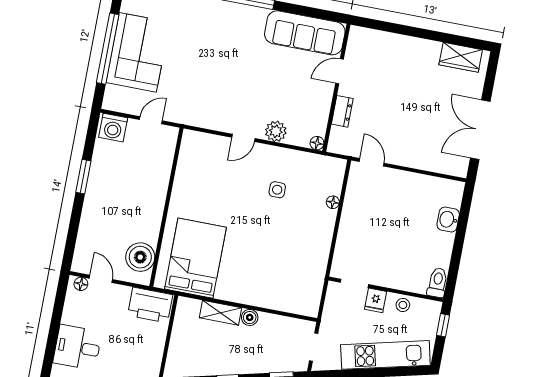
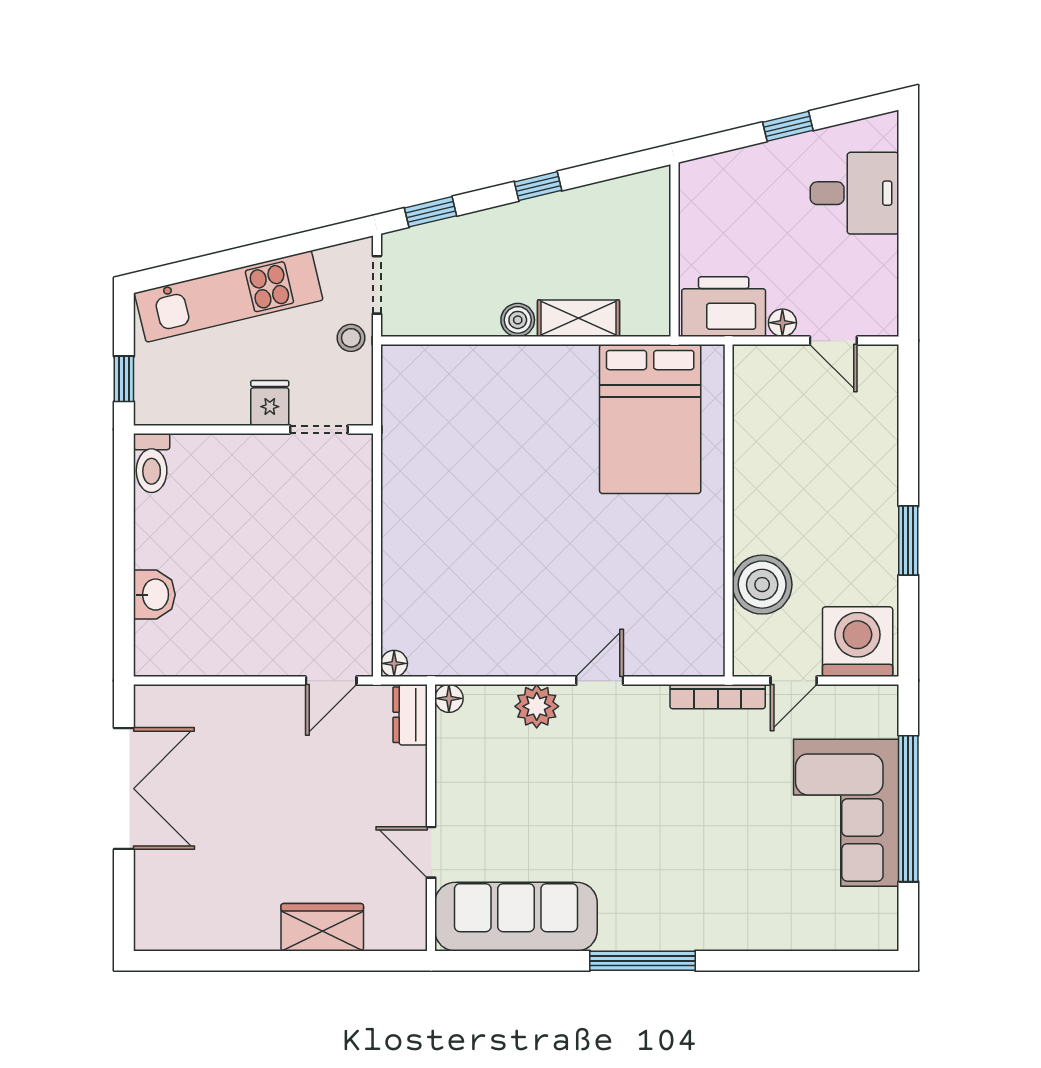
wardrobe: (461, 57) -> (322, 927), moved
door: (339, 71) -> (431, 852), swing flipped
dresser: (342, 111) -> (410, 715), moved
bookcase: (189, 119) -> (718, 697), added
washing machine: (113, 128) -> (858, 642), width x1.37, depth x1.37
door: (372, 162) -> (331, 681), hinge flipped
side table: (277, 190) -> (511, 589), removed
floor lamp: (333, 202) -> (394, 663), moved
boiler: (140, 257) -> (762, 585), moved
floor lamp: (81, 284) -> (782, 323), moved
stool: (403, 305) -> (351, 338), moved

